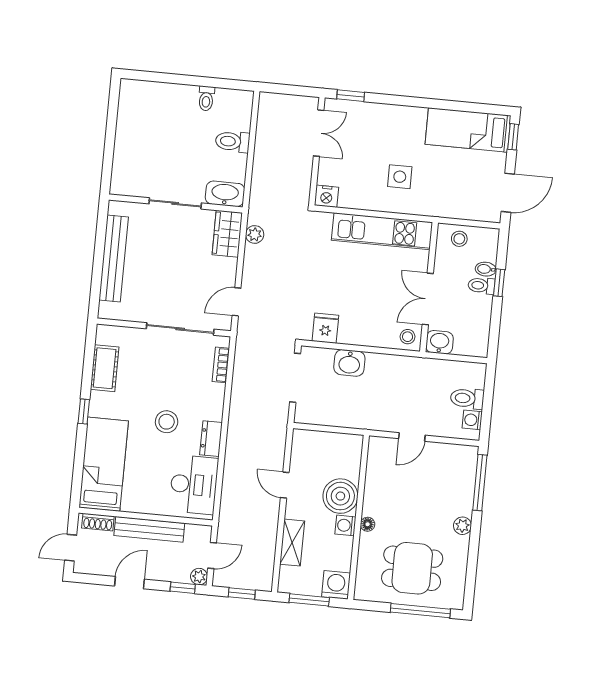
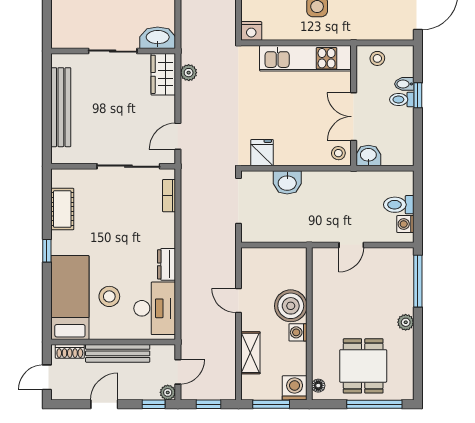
stool: (167, 422) -> (109, 296), moved
floor lamp: (368, 524) -> (318, 386), moved
dining table: (412, 568) -> (363, 366), turned 90

